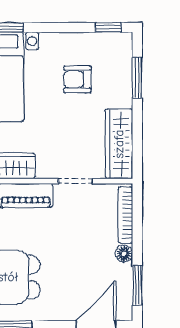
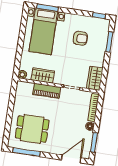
armchair: (77, 79) -> (80, 38), turned 180
wardrobe: (119, 144) -> (95, 78), width x0.67

